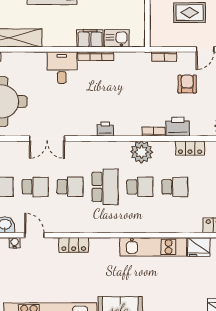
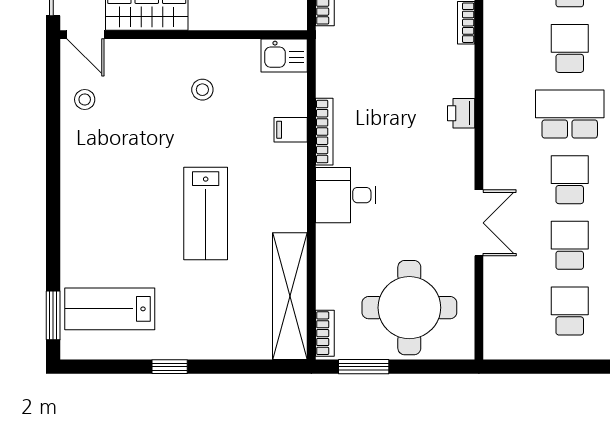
filing cabinet: (90, 38) -> (291, 130), width x0.50
kitchen sink: (117, 38) -> (284, 55), moved, turned -90
plant: (142, 152) -> (504, 45), removed

